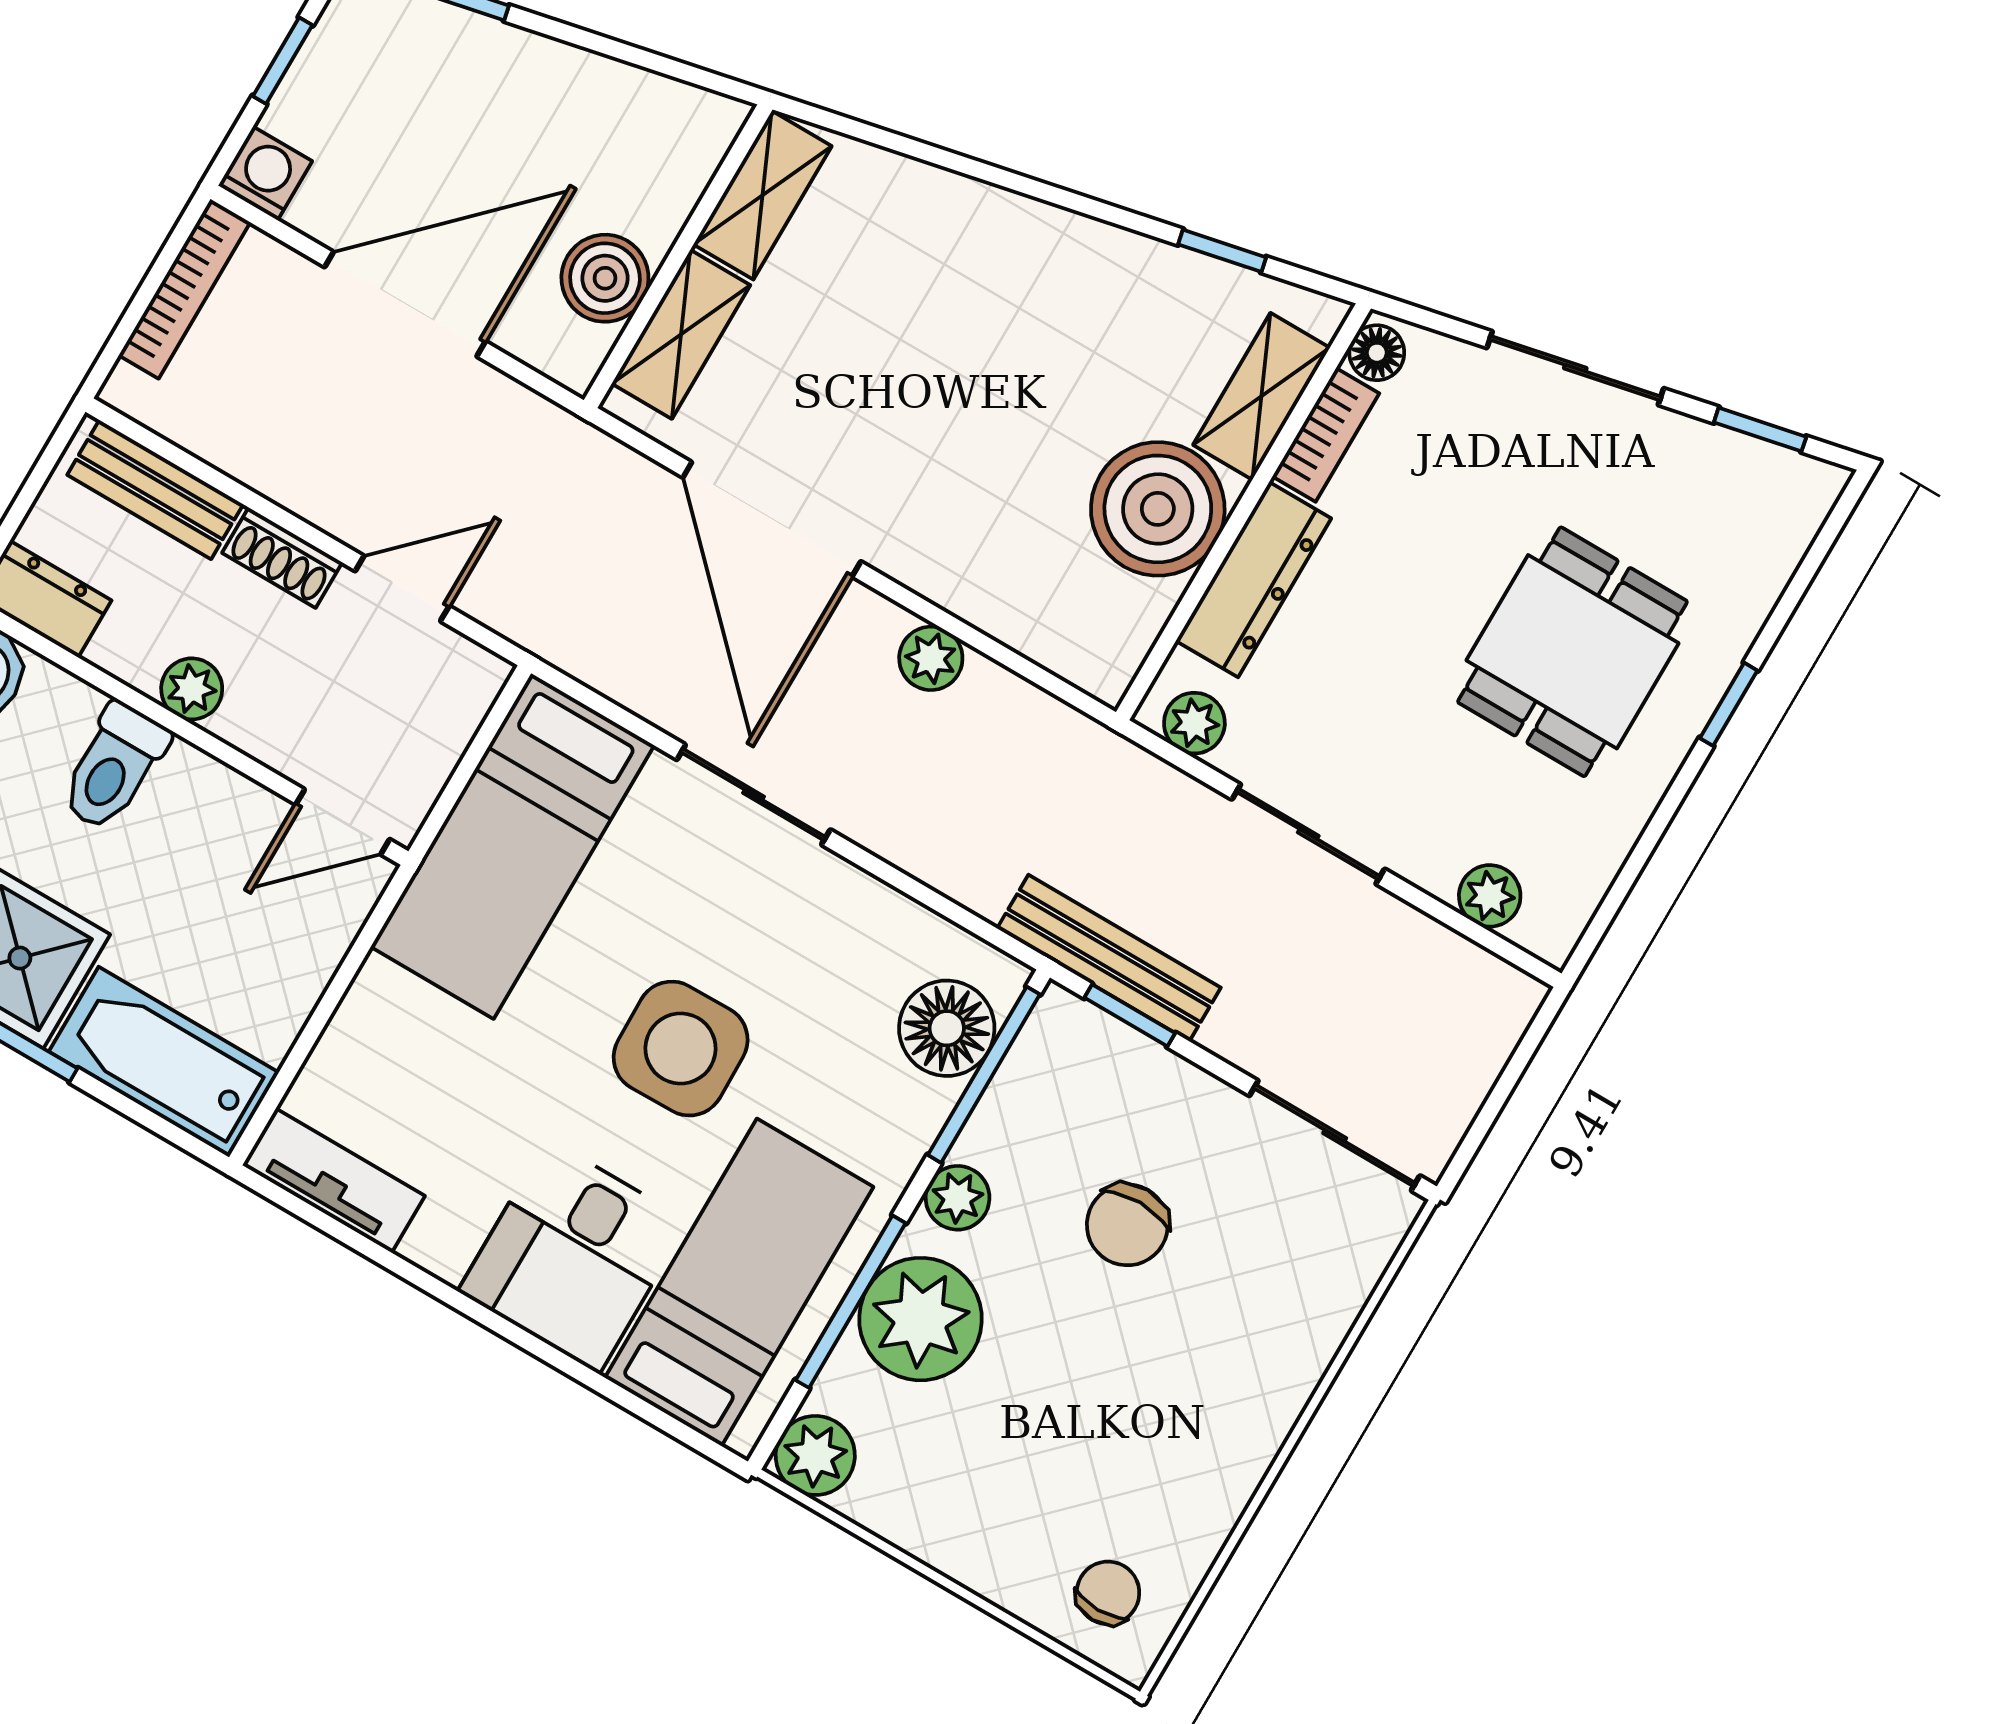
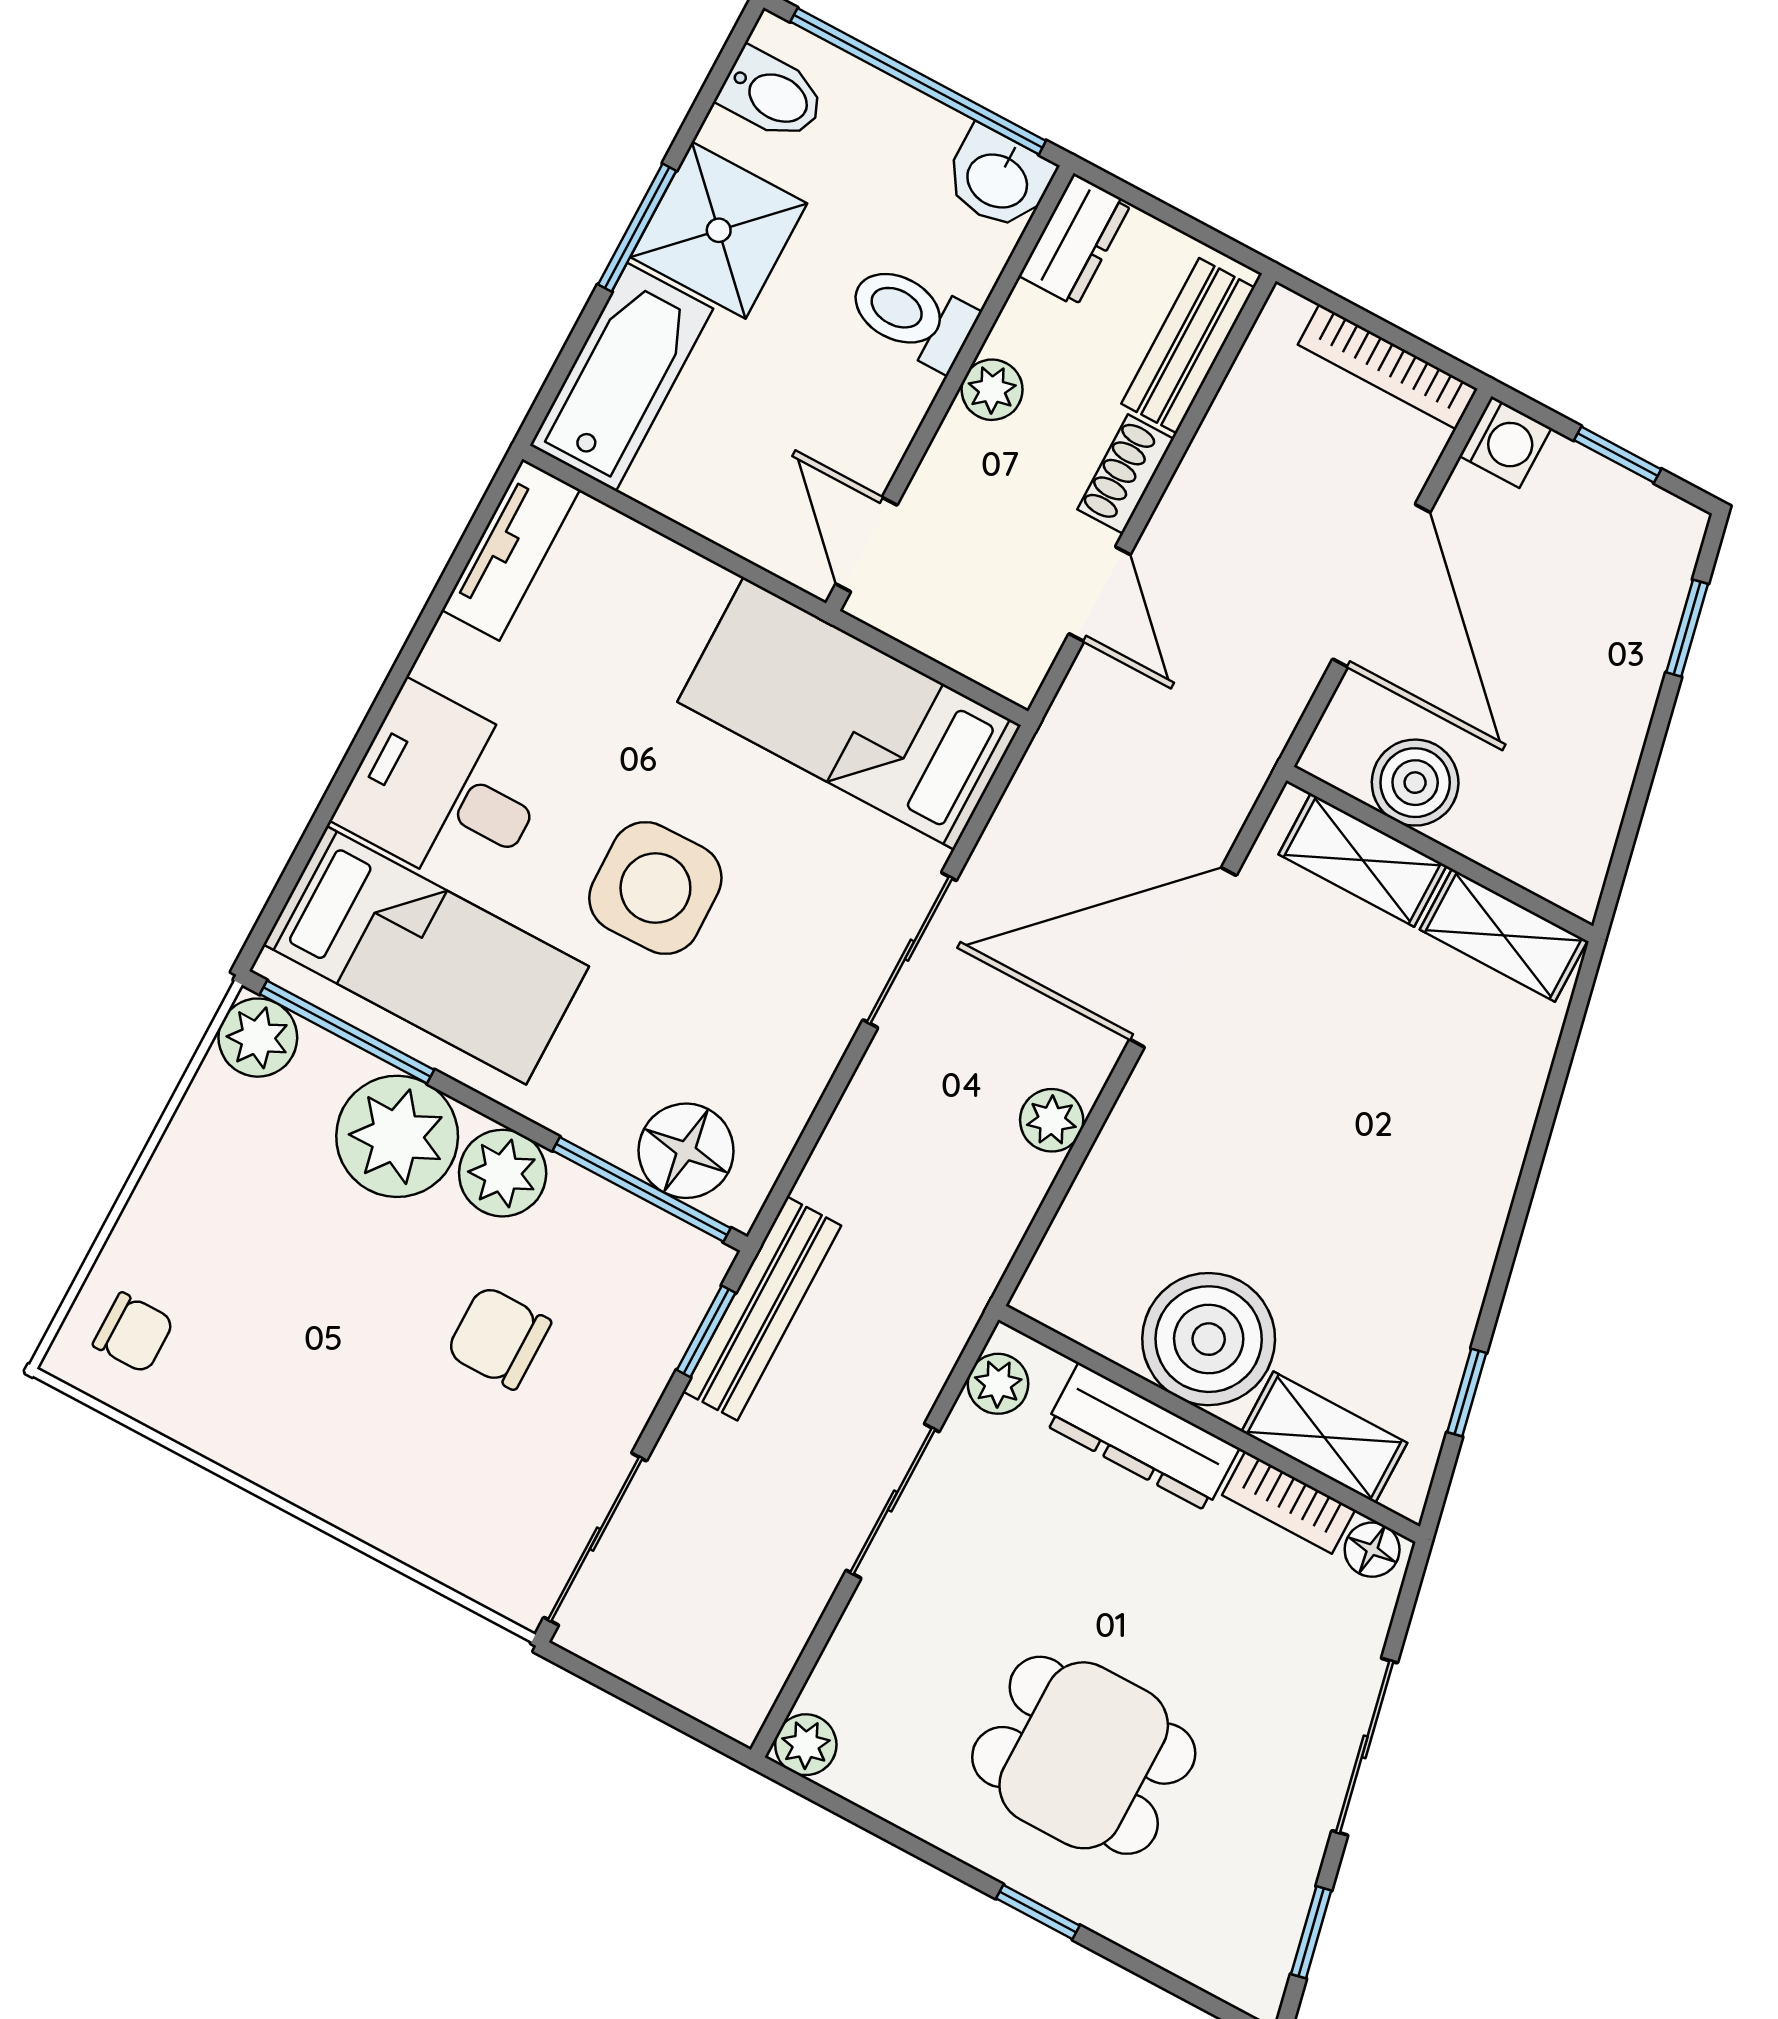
plant: (1490, 896) -> (806, 1745), moved
plant: (958, 1198) -> (503, 1173), width x1.38, depth x1.38
window: (851, 1302) -> (347, 1032), moved

